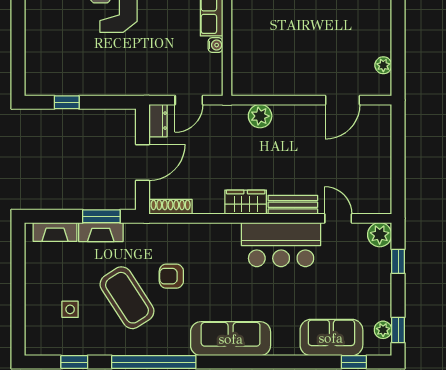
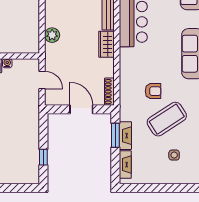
dresser: (158, 121) -> (55, 100), removed
armchair: (171, 276) -> (153, 91), turned -90

